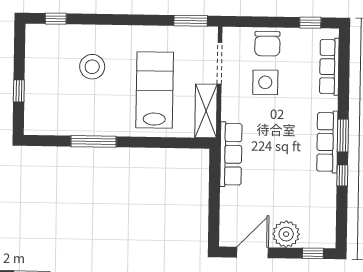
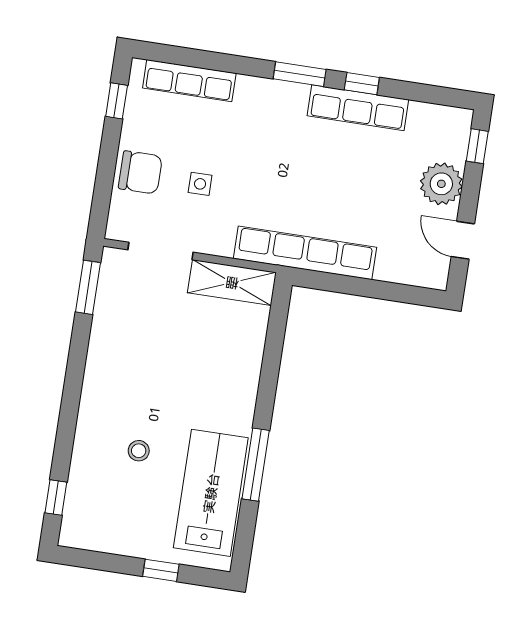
stool: (92, 67) -> (139, 451), width x0.53, depth x0.53
side table: (265, 82) -> (200, 184), width x0.54, depth x0.54
lab bench: (155, 90) -> (211, 493), moved, turned 90
row of seats: (327, 142) -> (358, 108), moved
row of seats: (231, 154) -> (305, 253), width x1.36
door: (253, 252) -> (463, 240), width x0.73

